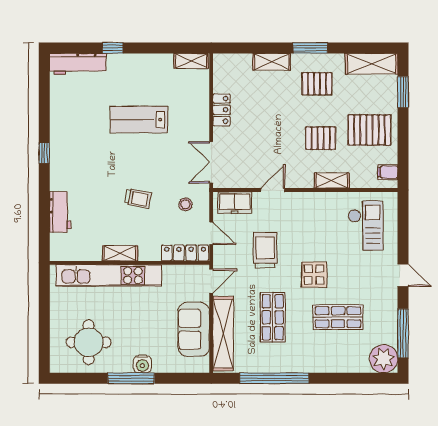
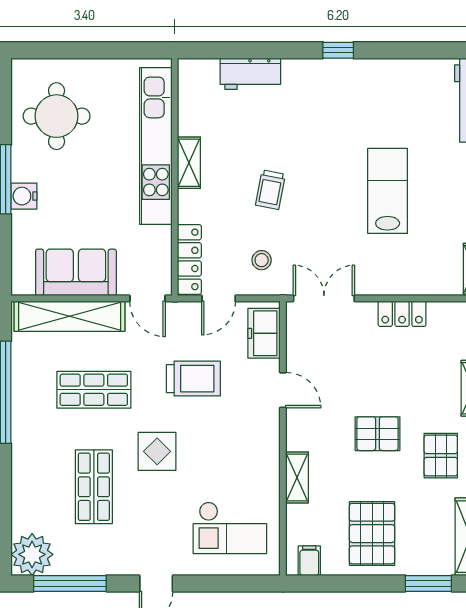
pallet: (321, 138) -> (378, 434), moved, turned 90

